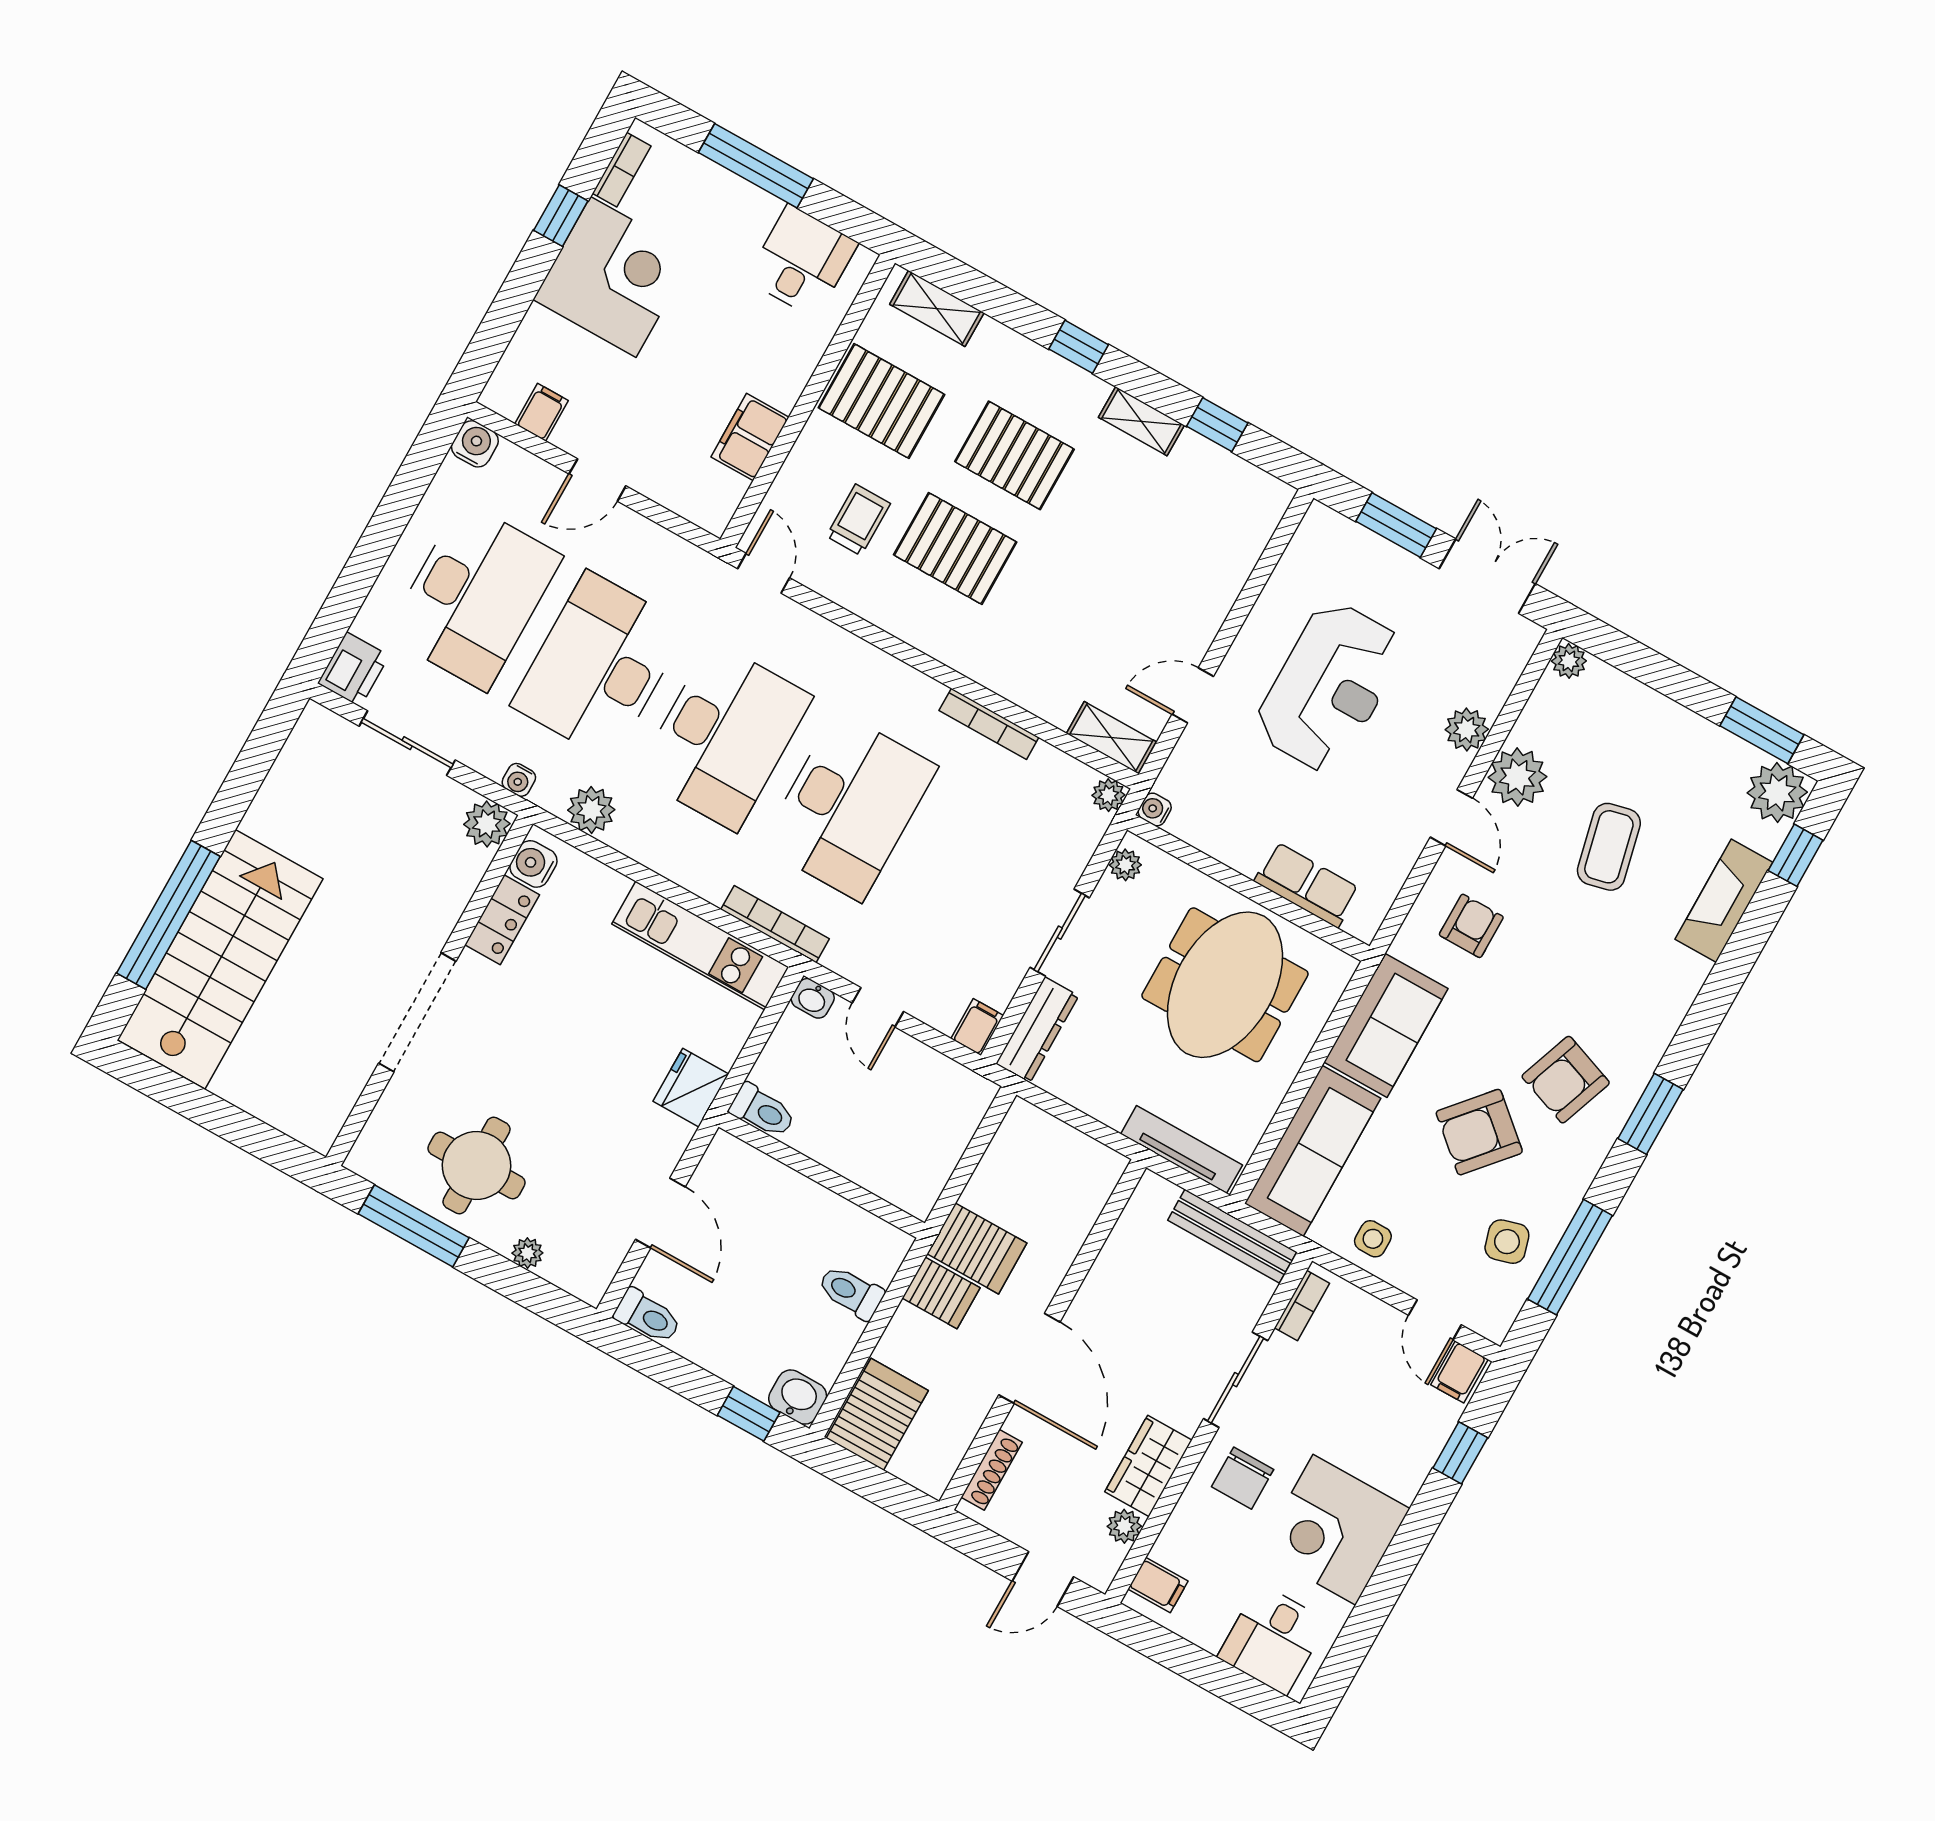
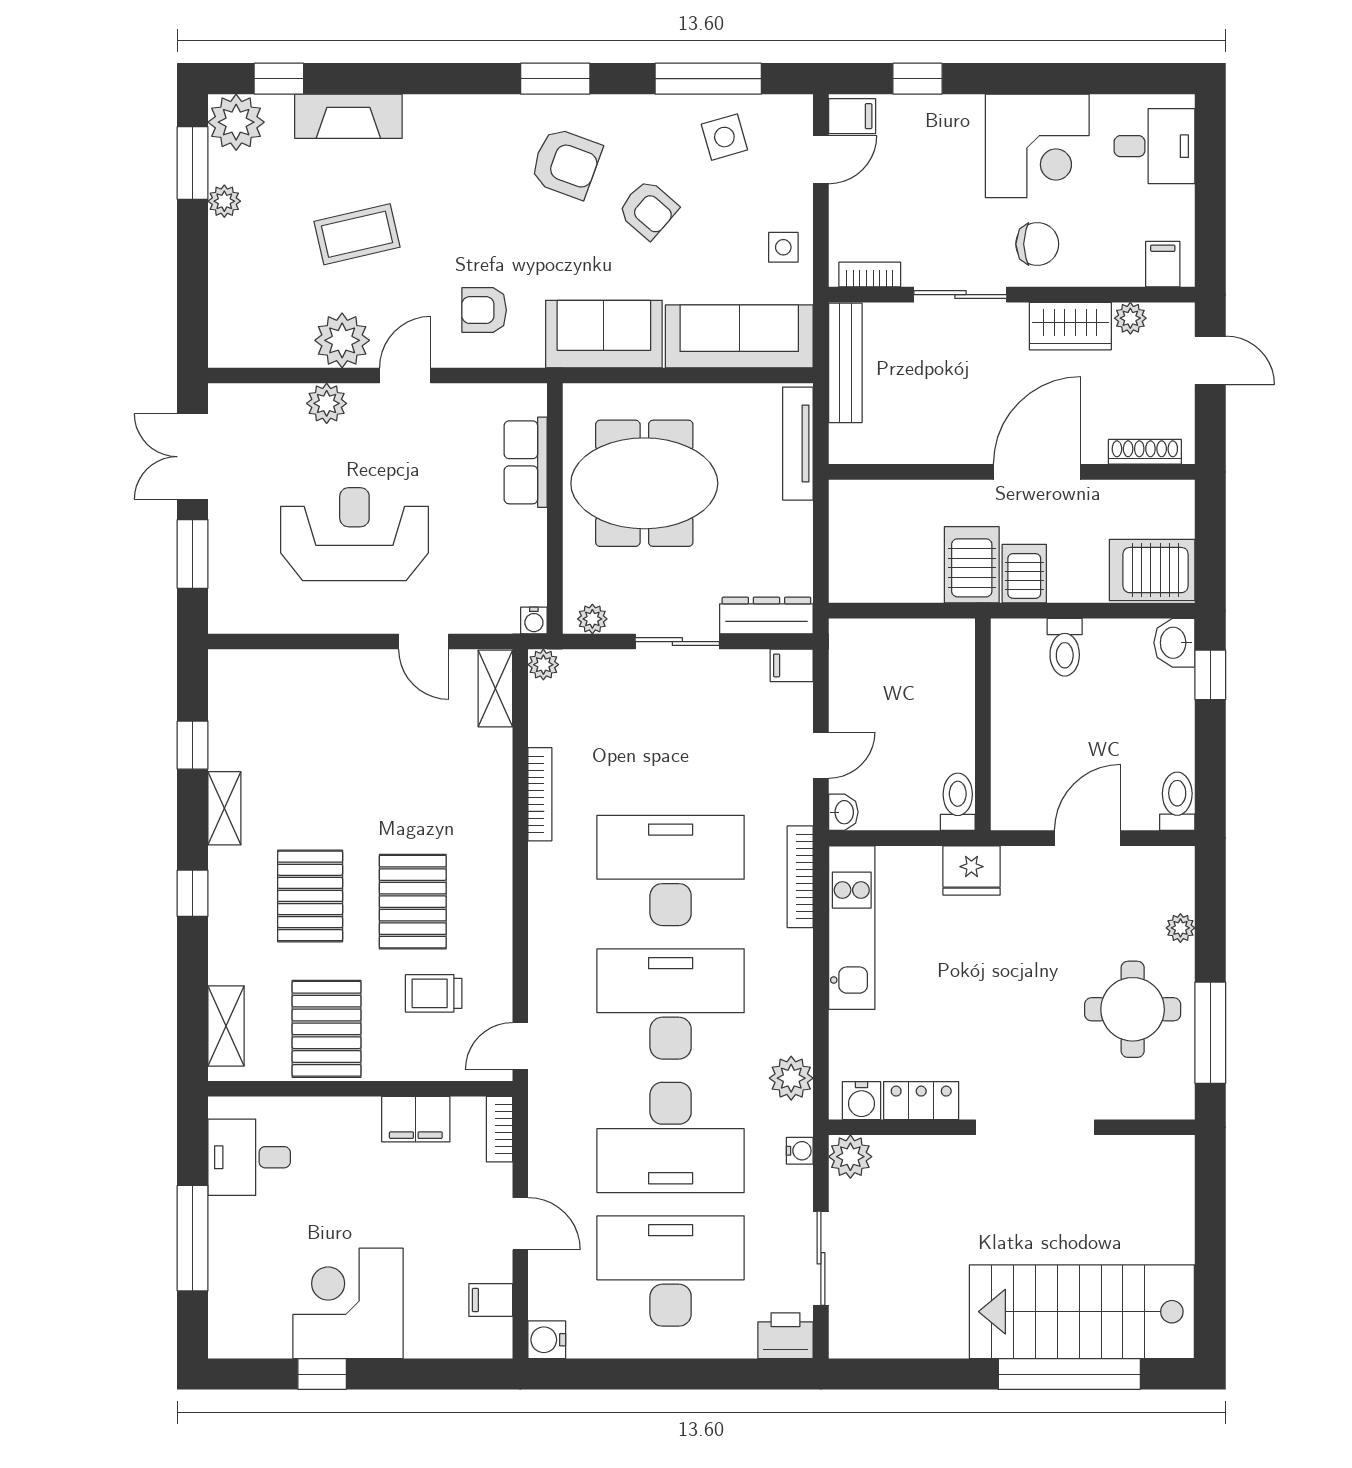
bookcase: (622, 170) -> (499, 1129), moved, turned -90
plant: (1569, 661) -> (224, 201), moved
armchair: (1479, 1132) -> (648, 210), width x0.72, depth x0.72

